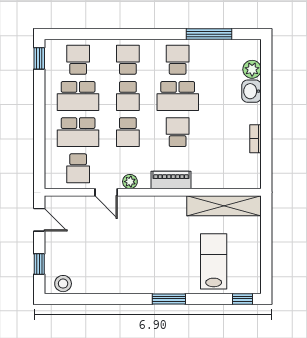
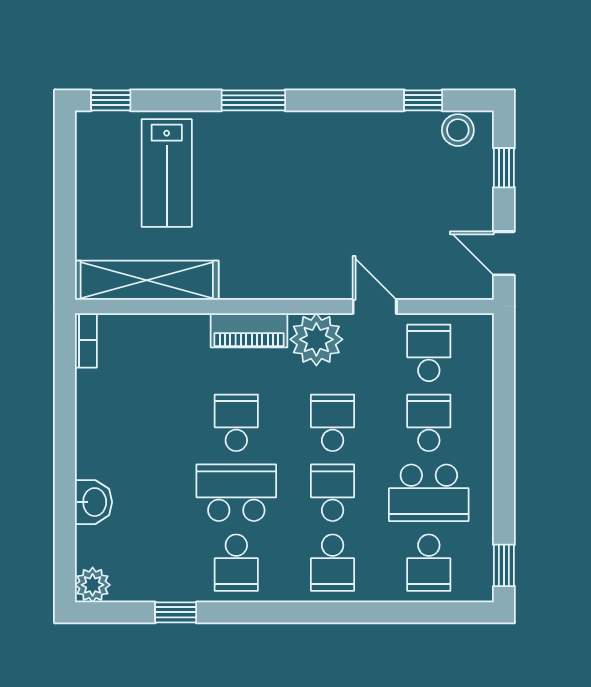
window: (209, 34) -> (176, 612), width x0.46
plant: (252, 69) -> (93, 585), moved
school desk: (78, 96) -> (429, 493), turned 180
school desk: (78, 132) -> (429, 423), width x0.54
school desk: (178, 132) -> (236, 423), turned 180
bookcase: (255, 139) -> (86, 340), moved
plant: (130, 182) -> (316, 339), width x1.88, depth x1.88
window: (81, 299) -> (423, 100), added

